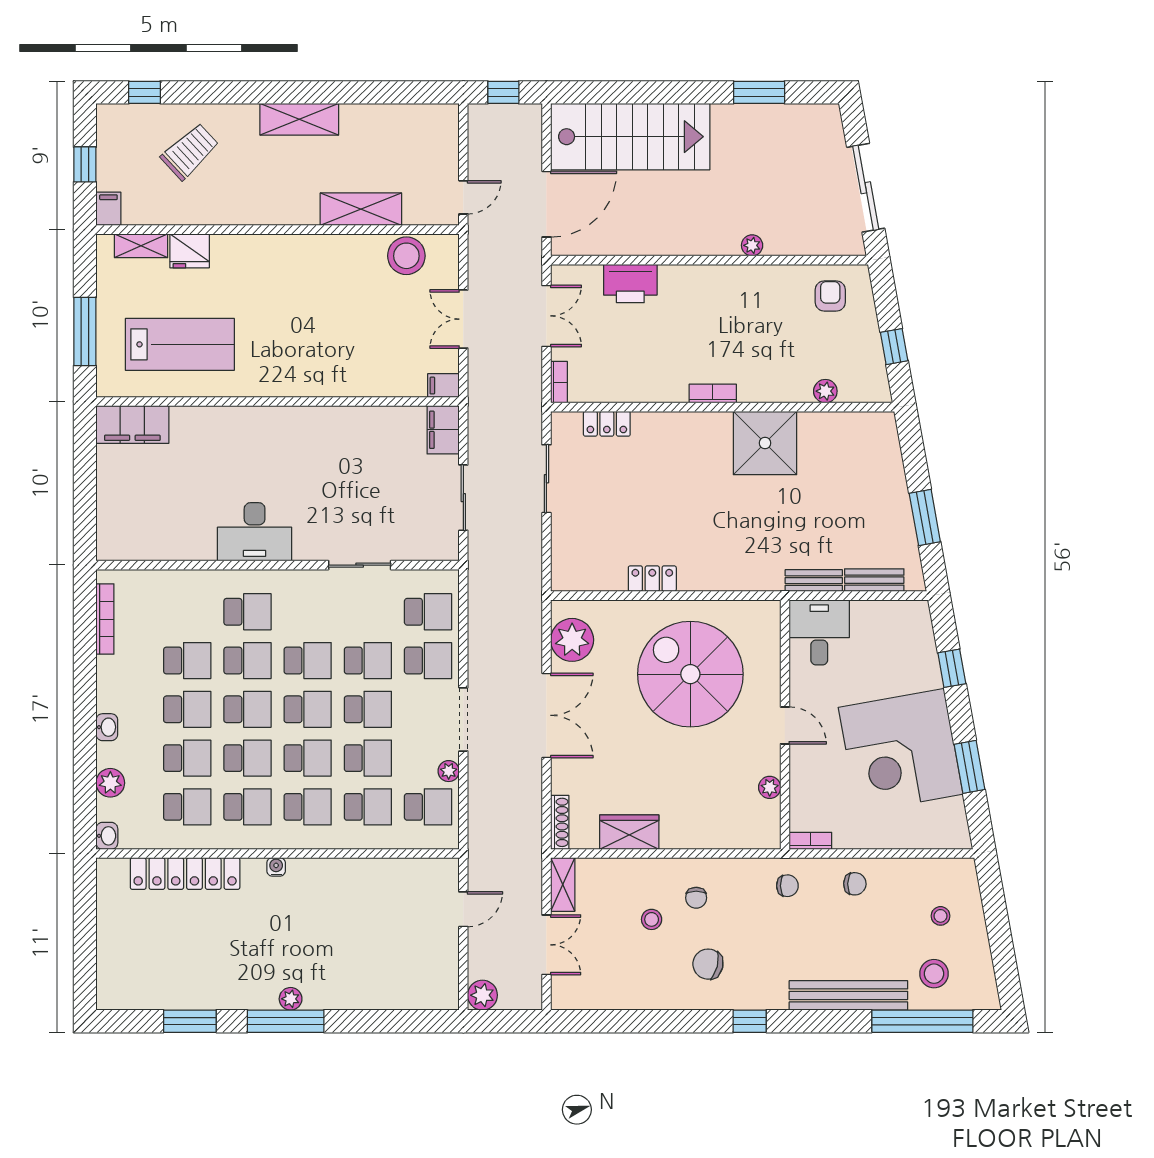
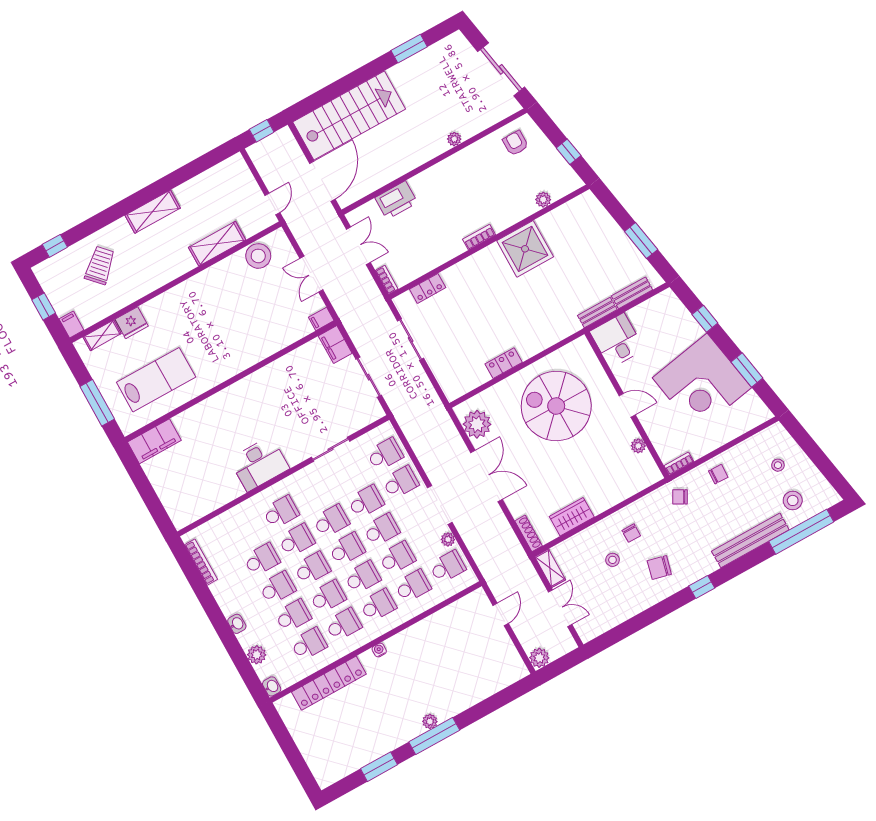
chair: (787, 886) -> (680, 497), turned -150

